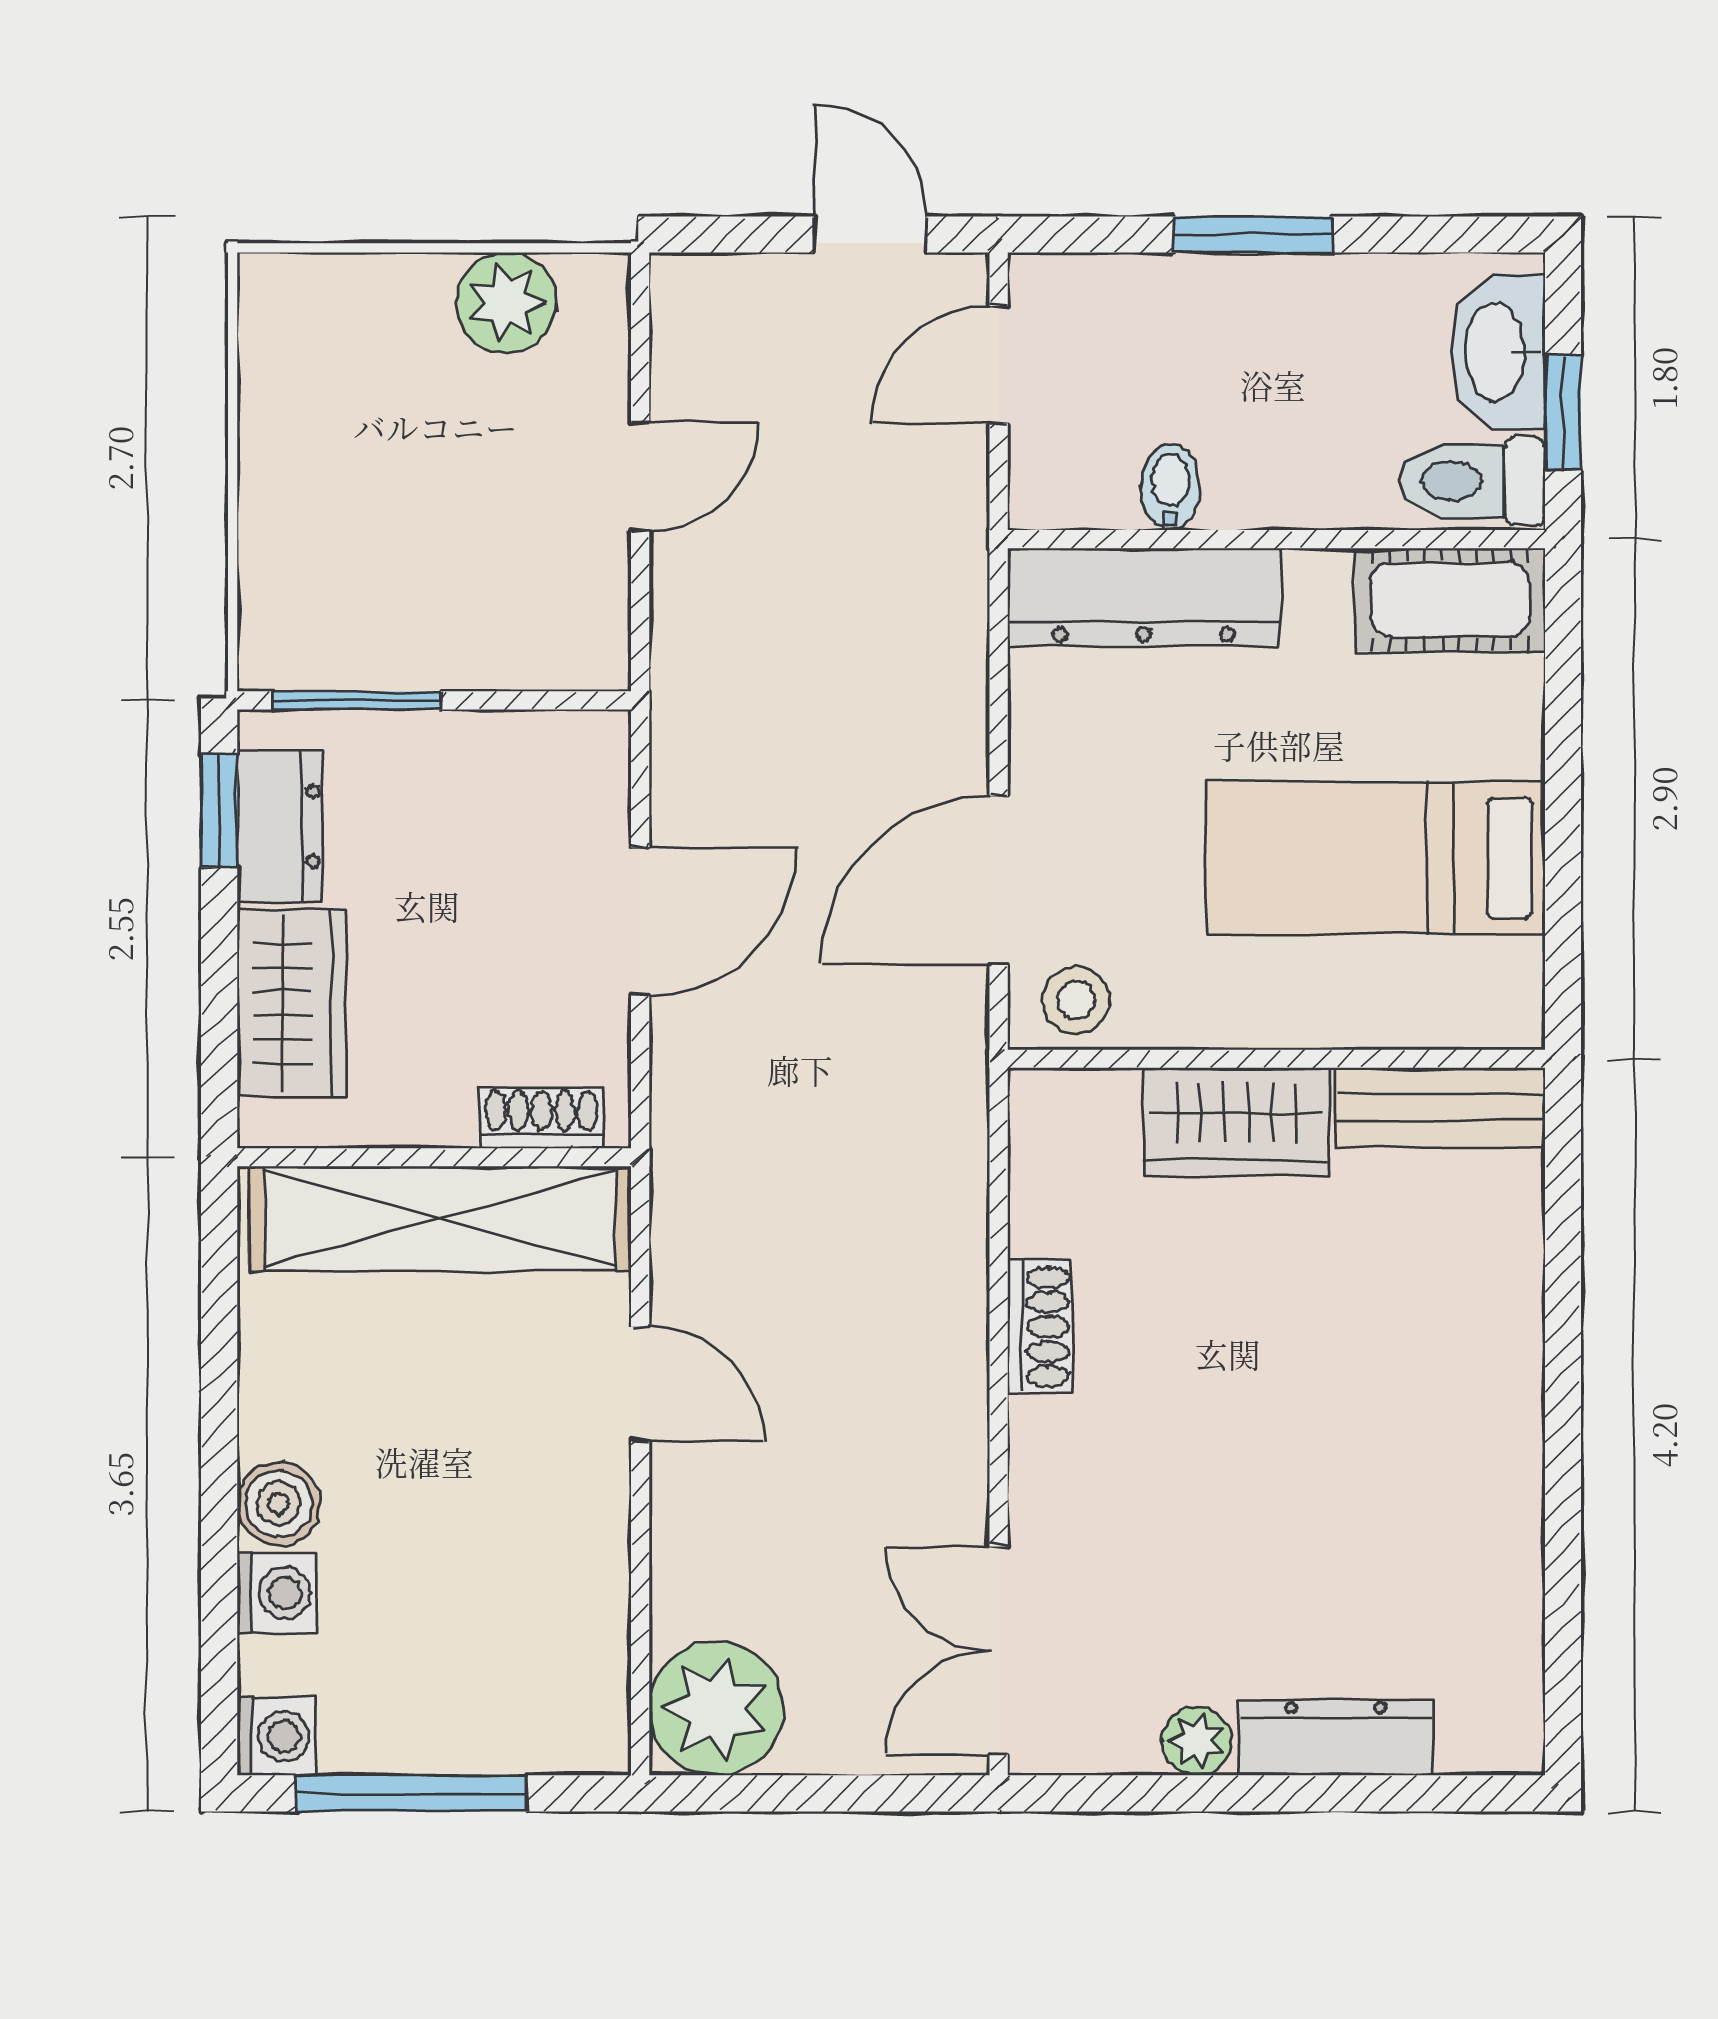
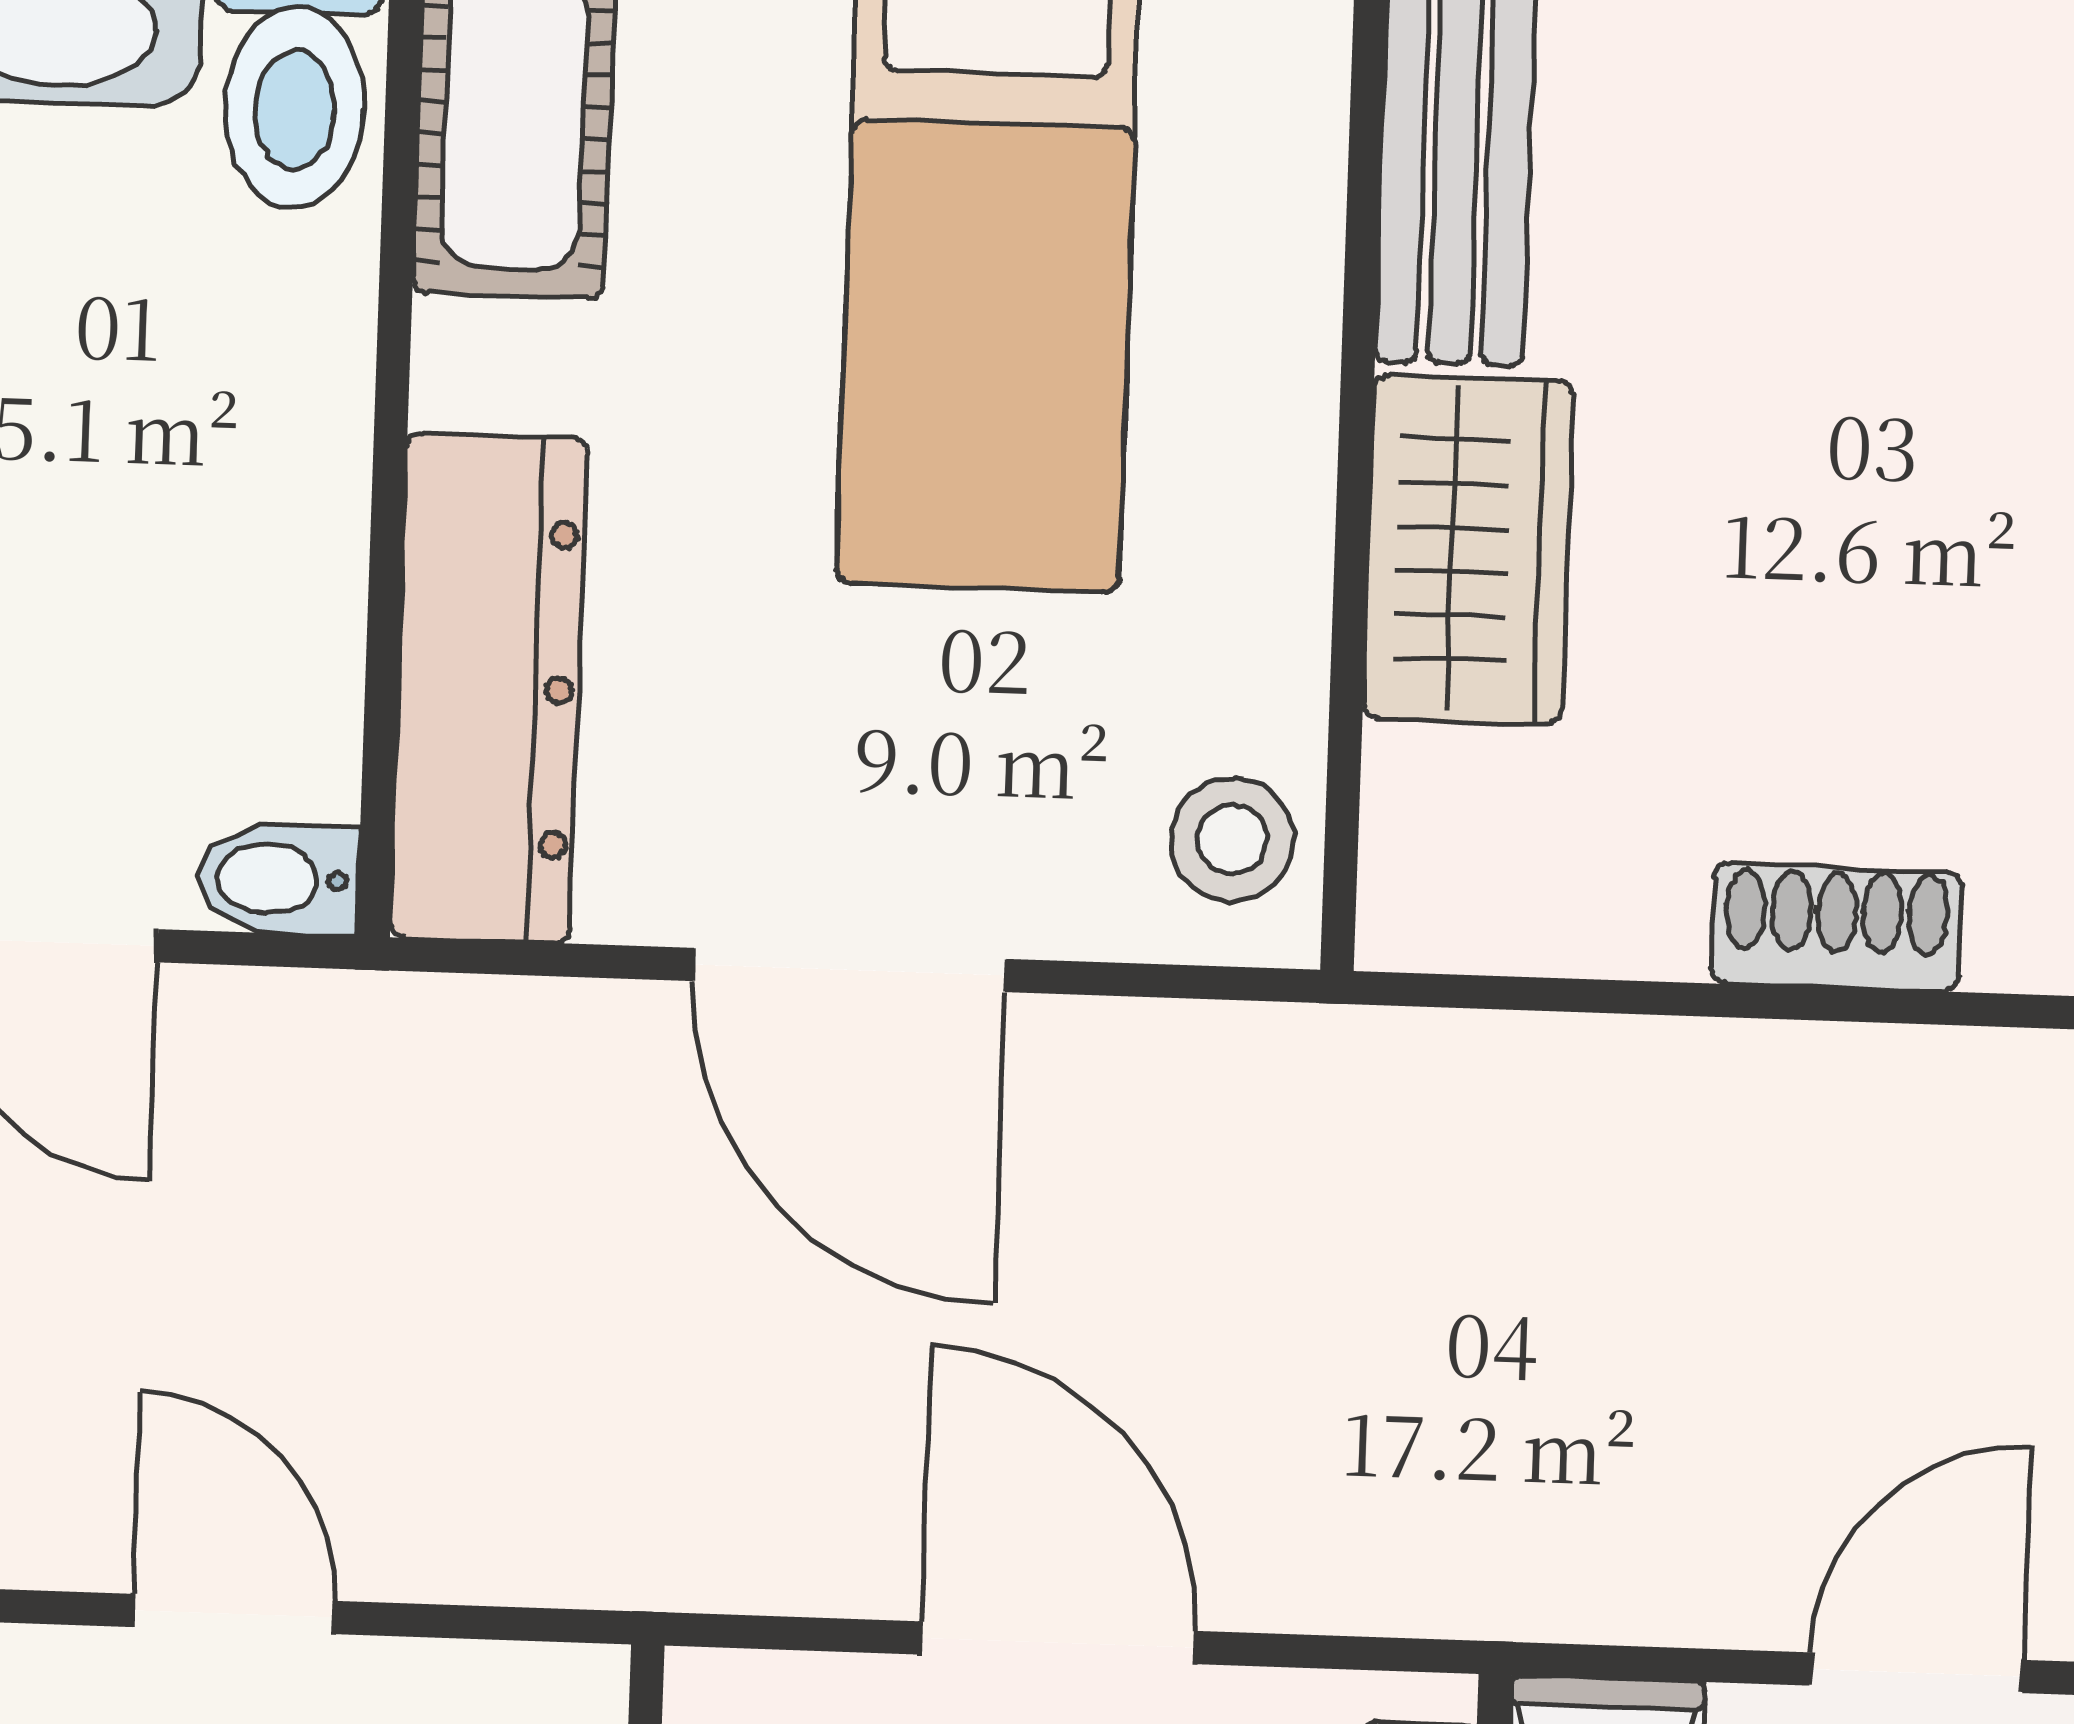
bidet: (1170, 487) -> (278, 879), moved
door: (999, 880) -> (849, 970), moved

